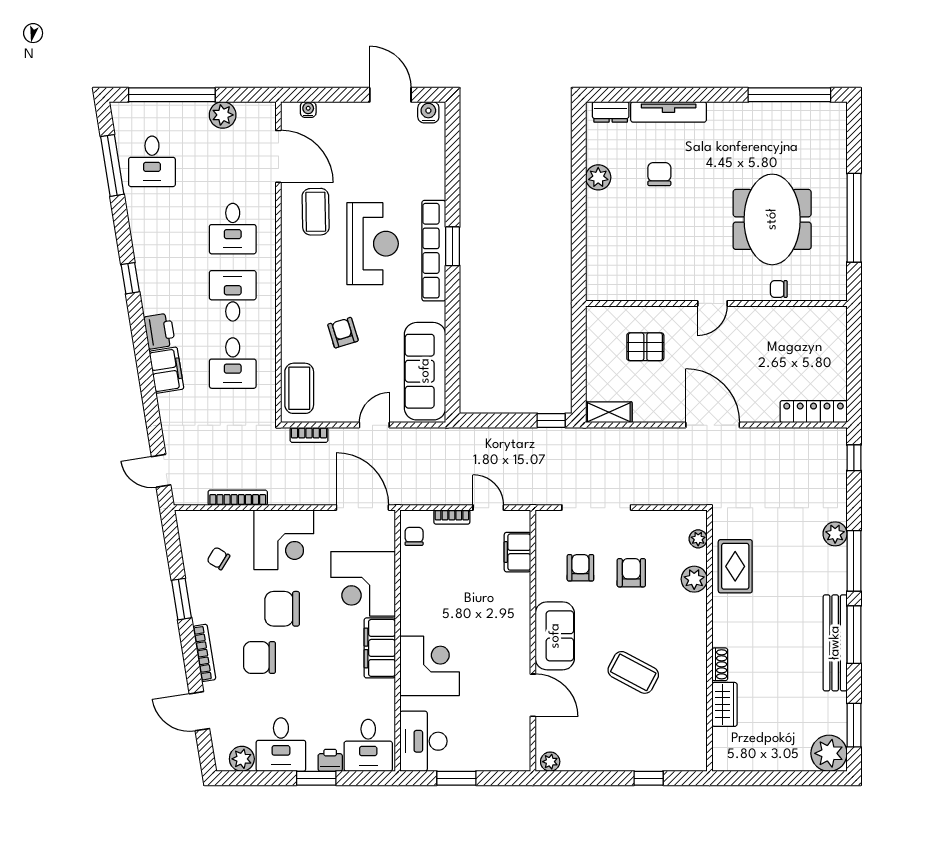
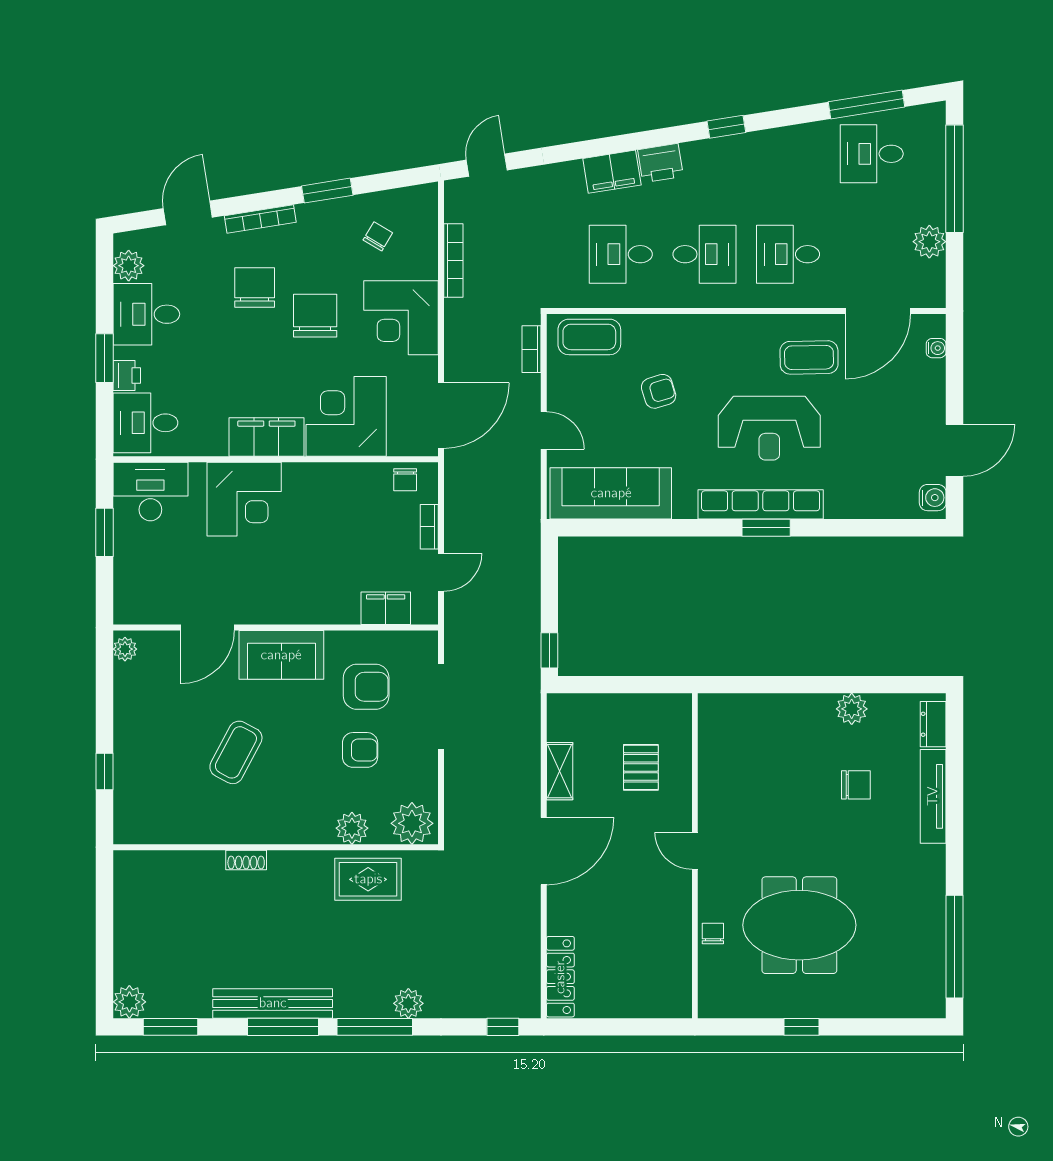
window: (854, 218) -> (802, 1027), width x0.32
shelving: (609, 412) -> (560, 771), moved
chair: (414, 536) -> (405, 480), turned 90
plant: (698, 539) -> (412, 823), width x1.88, depth x1.88
armchair: (580, 568) -> (366, 687), width x1.38, depth x1.38
wardrobe: (724, 704) -> (196, 866), removed
plant: (829, 753) -> (129, 1002), width x0.73, depth x0.73

